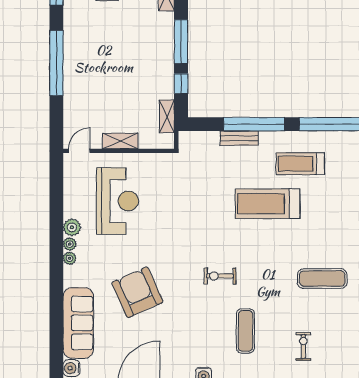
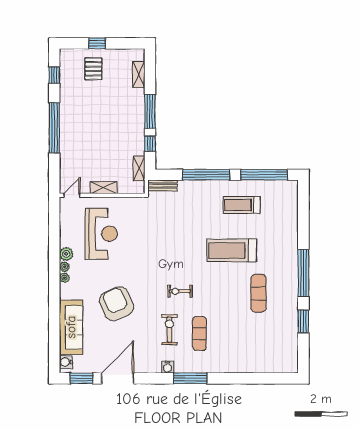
bench: (239, 138) -> (163, 186), moved
treadmill: (267, 204) -> (232, 250), moved
exercise mat: (322, 279) -> (258, 293), turned 90
exercise bike: (303, 346) -> (169, 330), moved, width x1.38, depth x1.39

